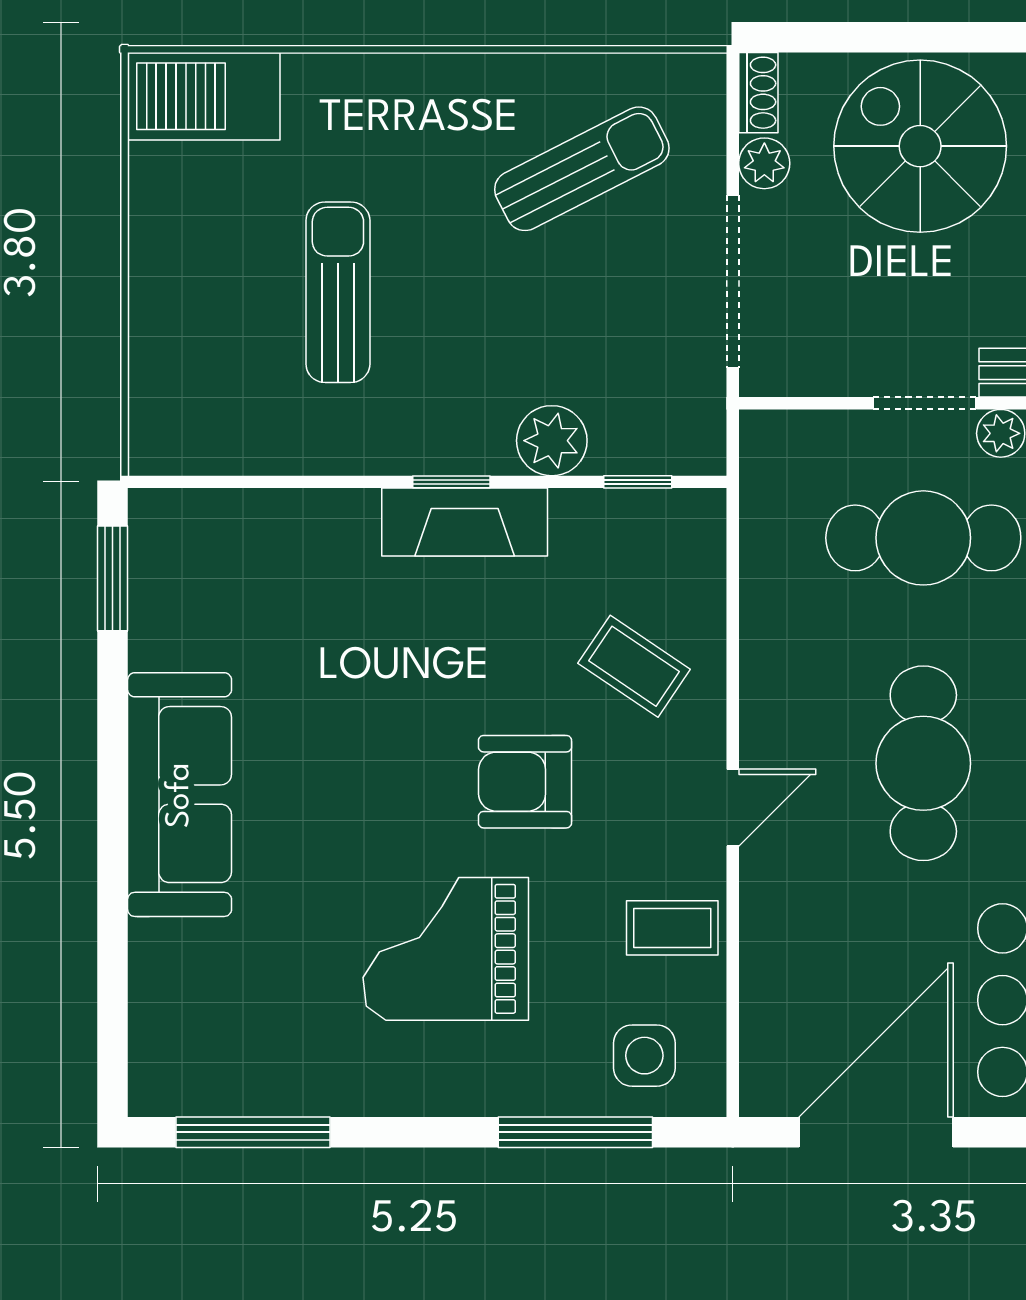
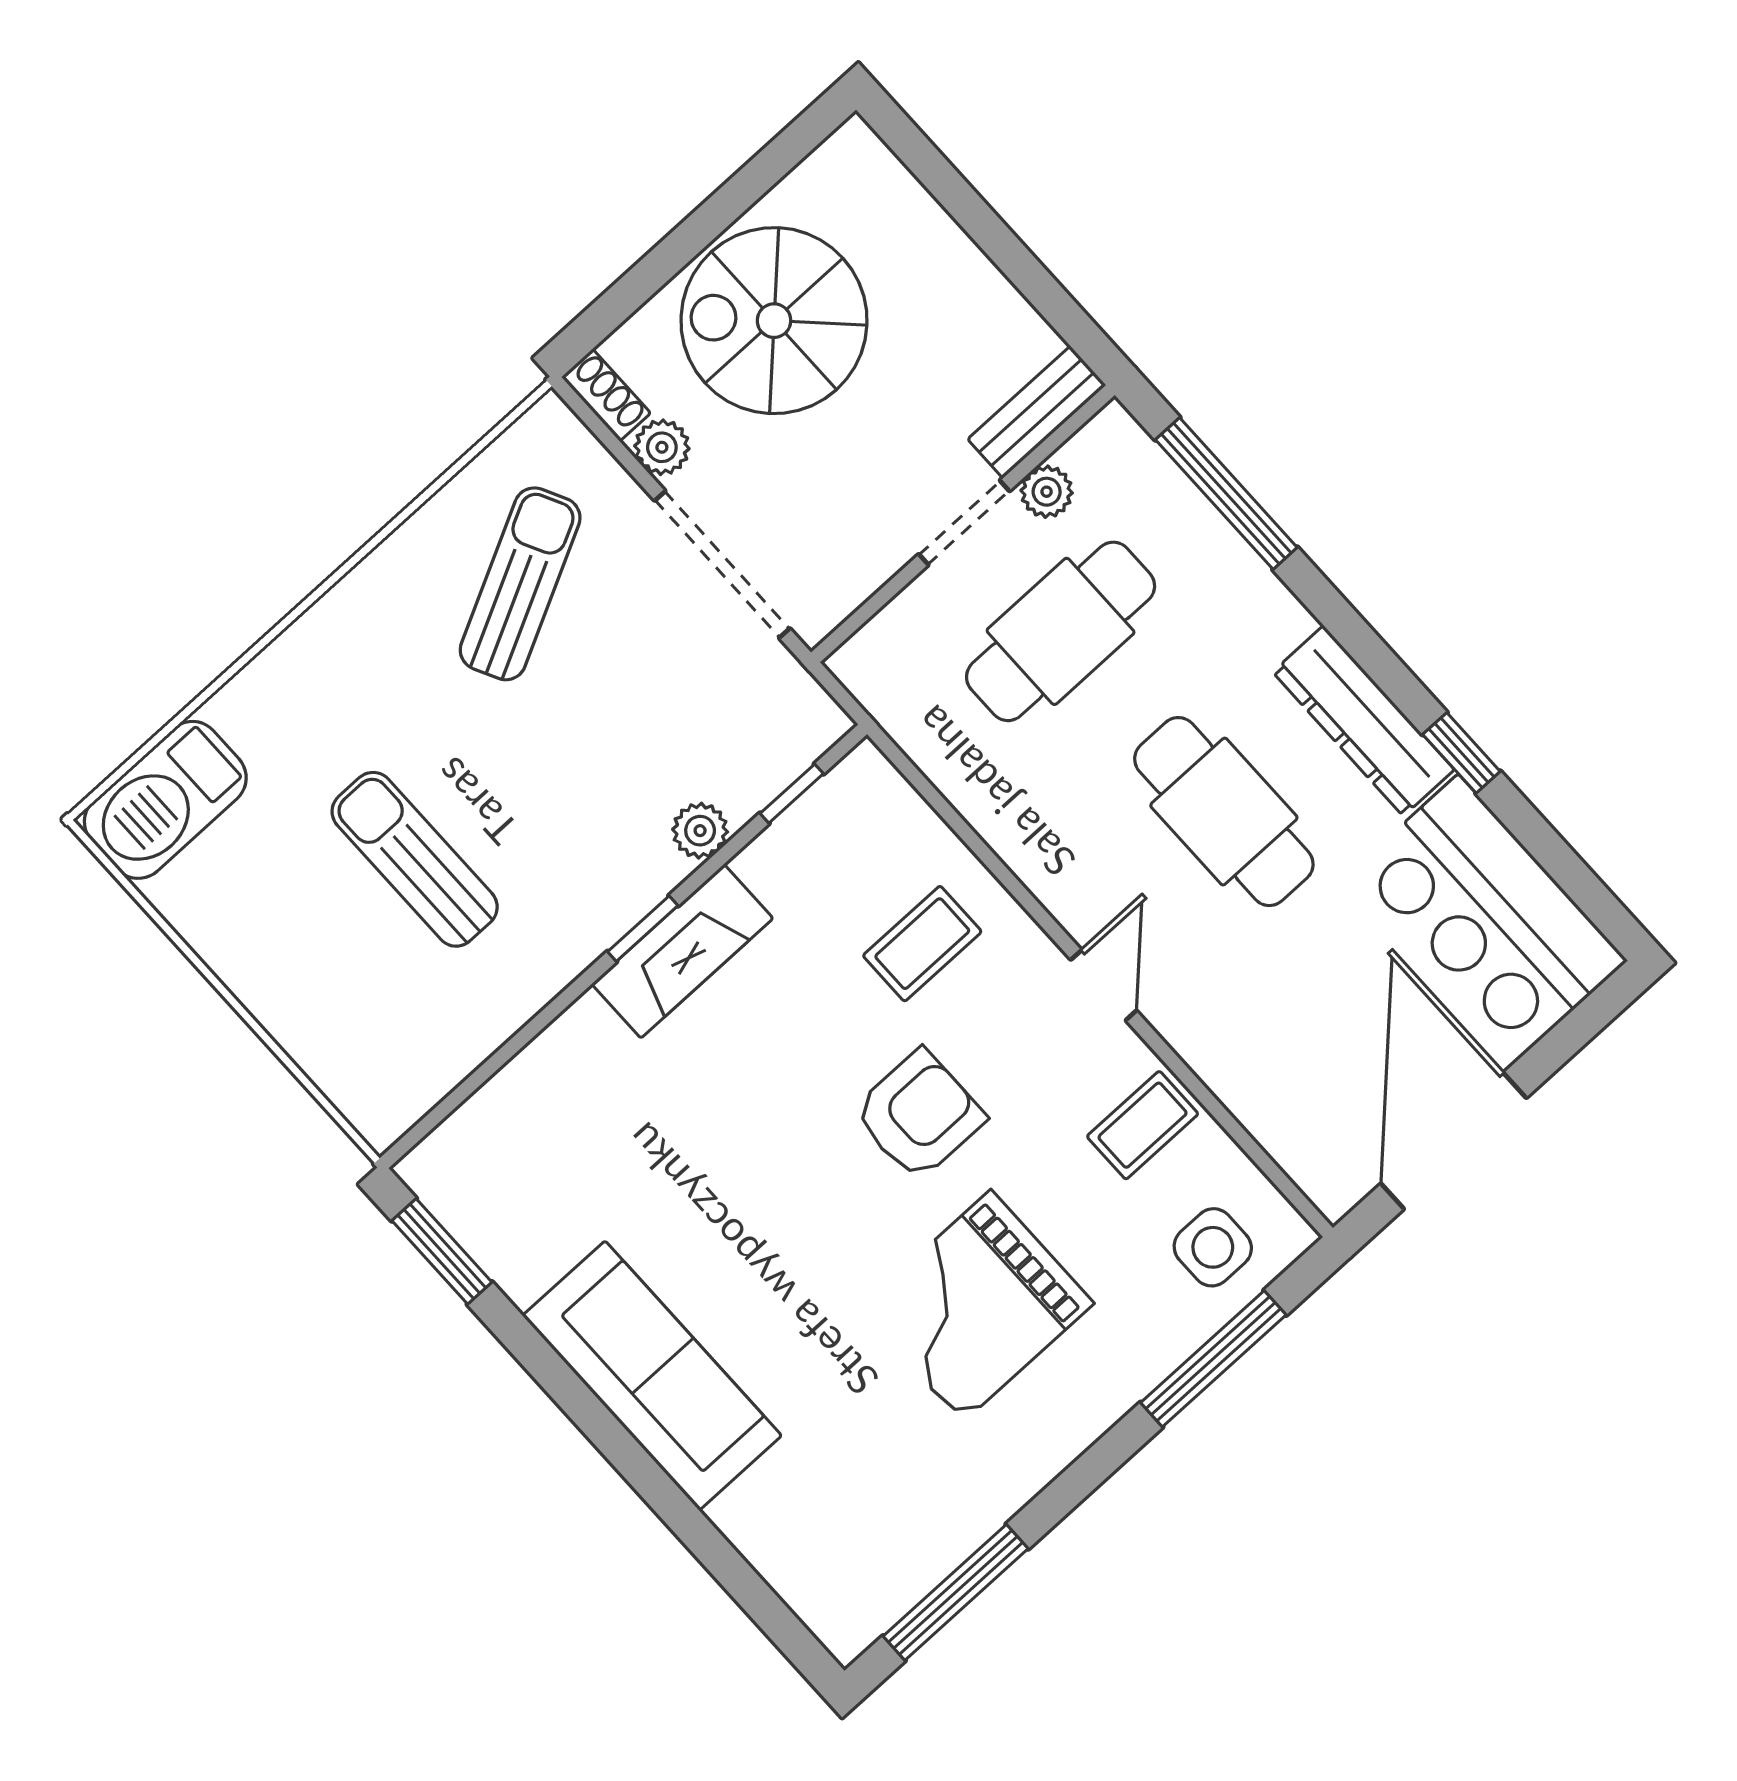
plant: (552, 441) -> (700, 831), width x0.73, depth x0.73
coffee table: (634, 666) -> (922, 944), turned -34
armchair: (525, 782) -> (919, 1115), turned 180

